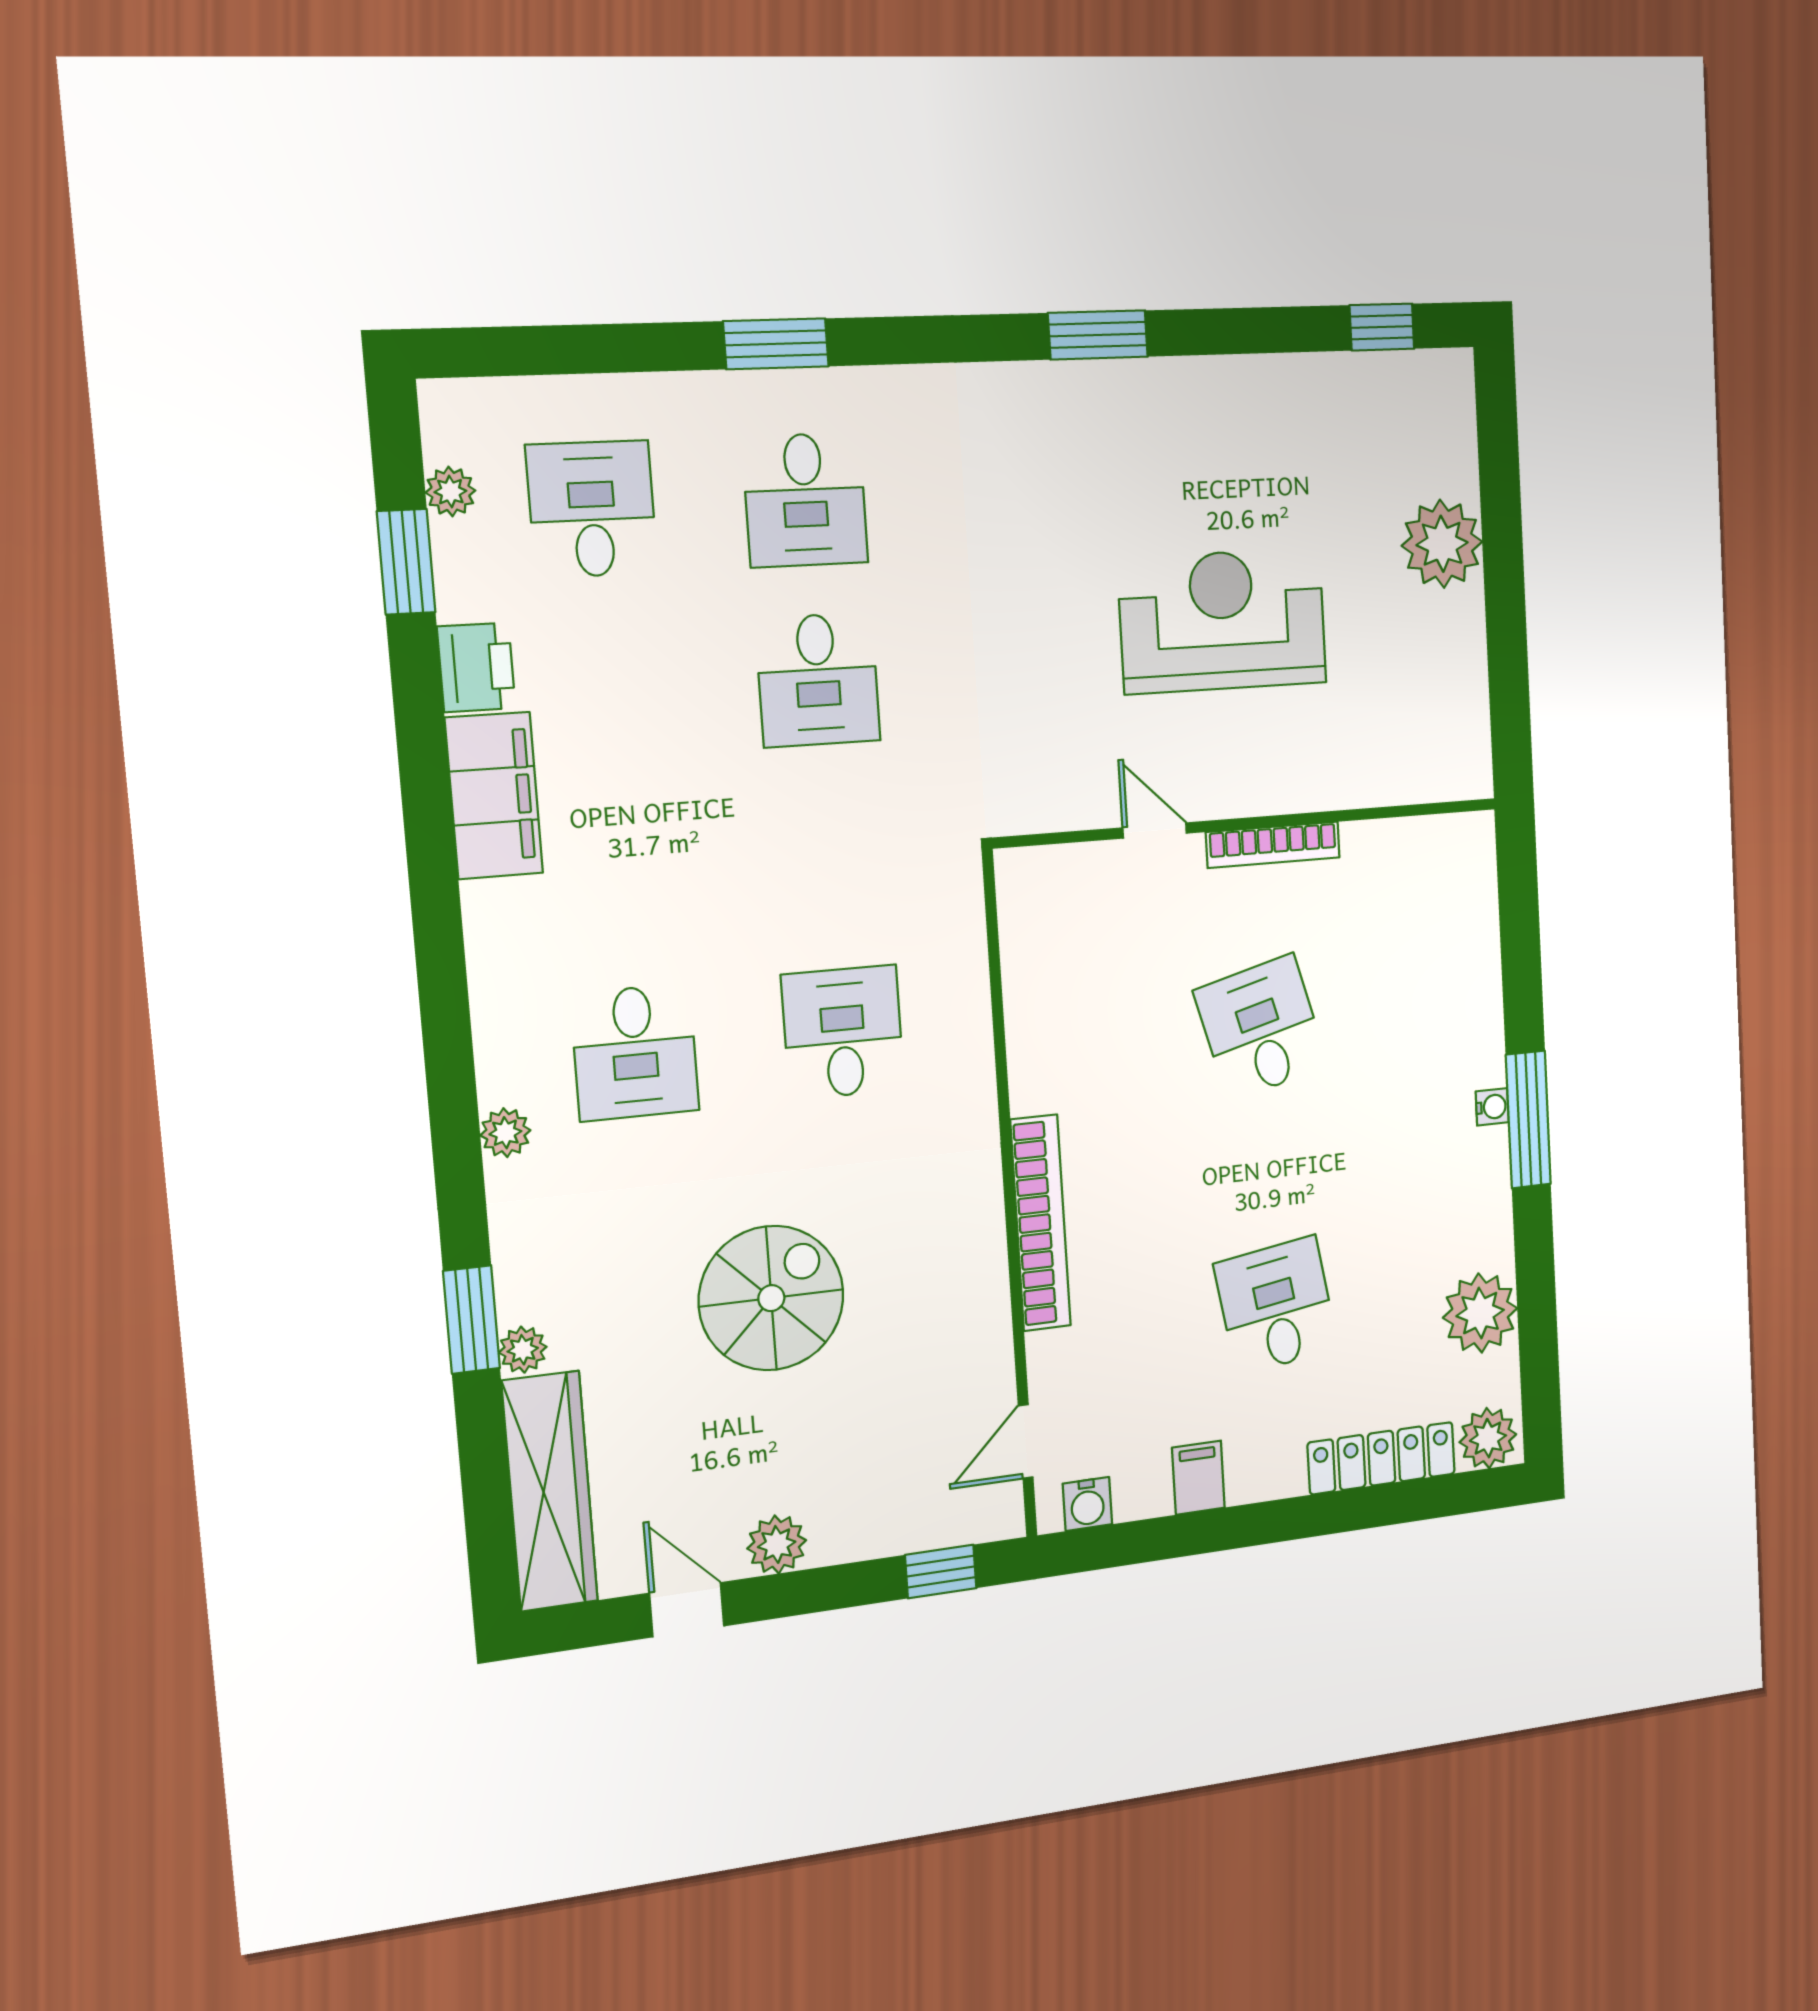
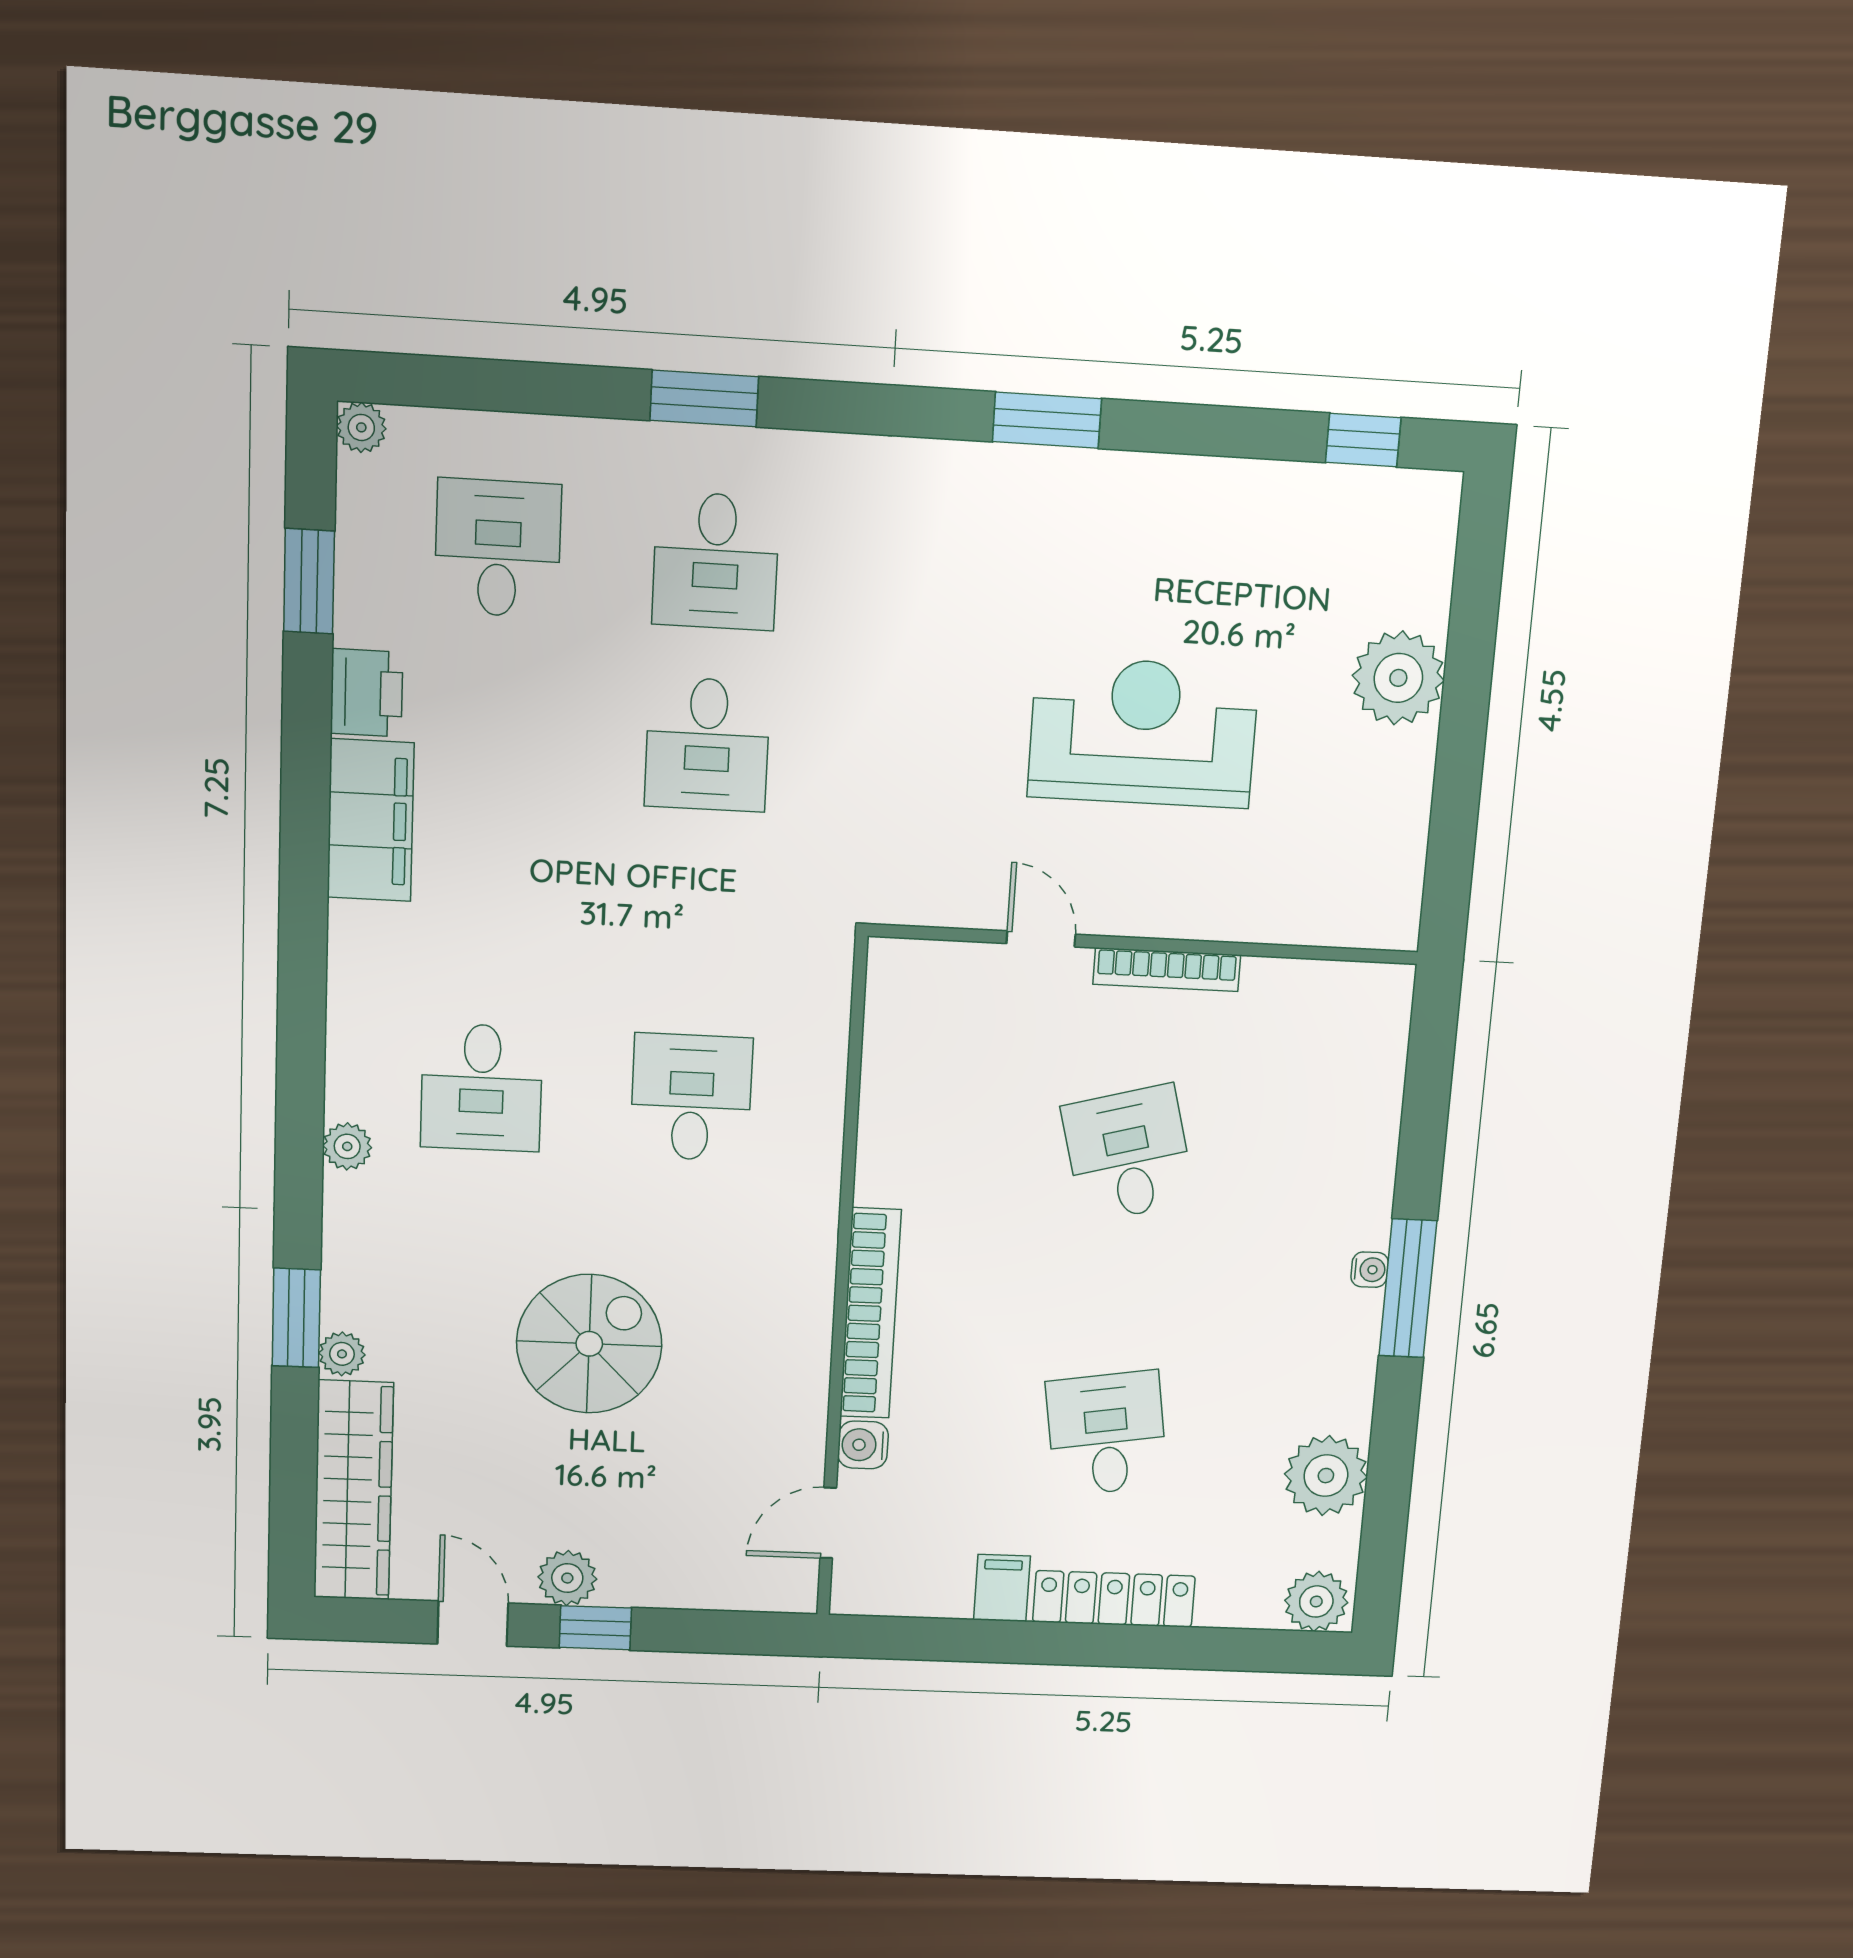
plant: (450, 491) -> (361, 427), moved
locker: (1382, 1458) -> (1114, 1599), moved
water cooler: (1087, 1504) -> (863, 1445), moved, turned 90
window: (941, 1572) -> (595, 1628), moved

